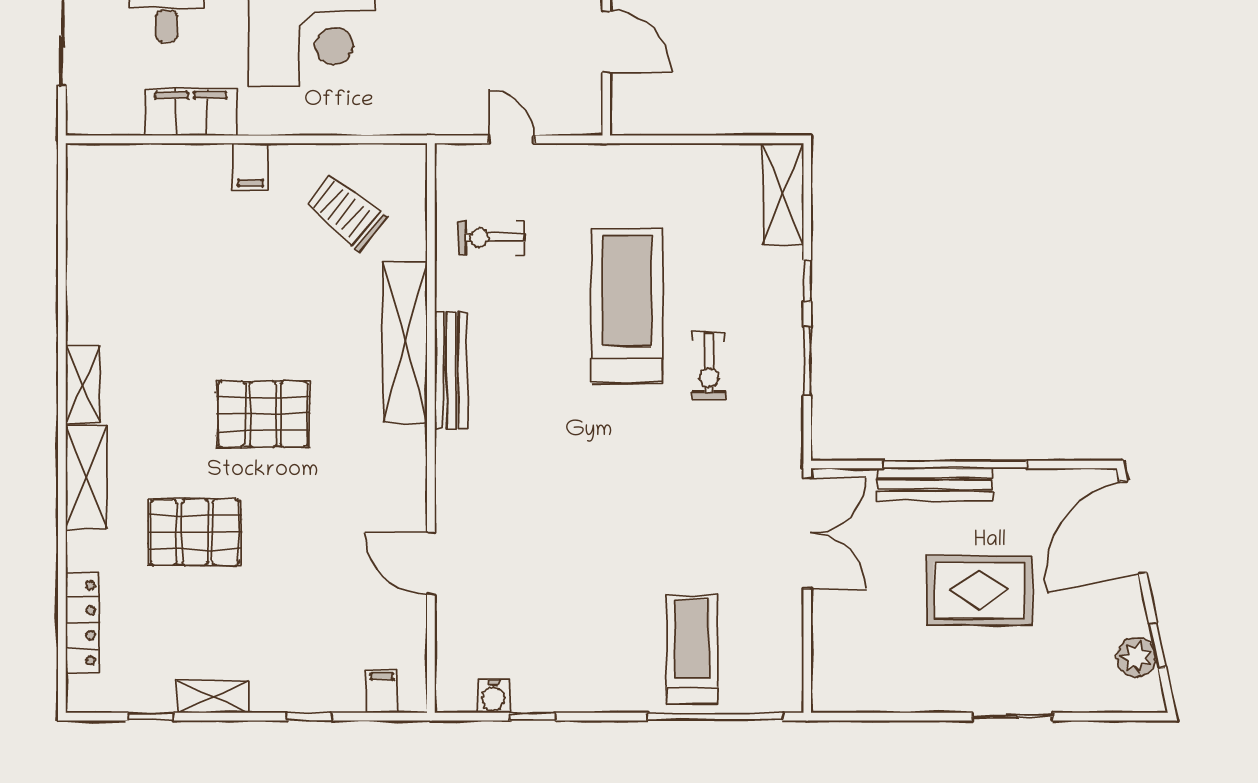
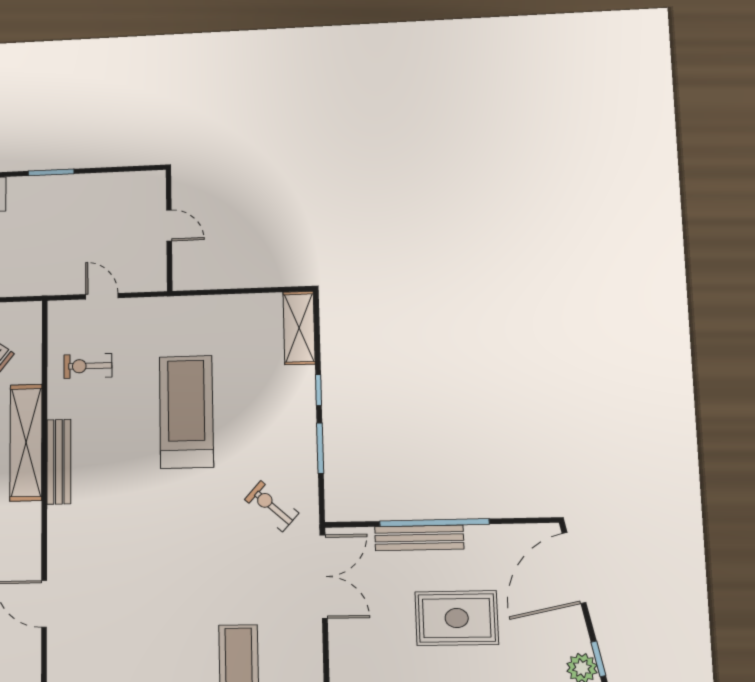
door: (606, 42) -> (169, 226), width x0.73
exercise bike: (709, 366) -> (272, 506), moved, turned 132

